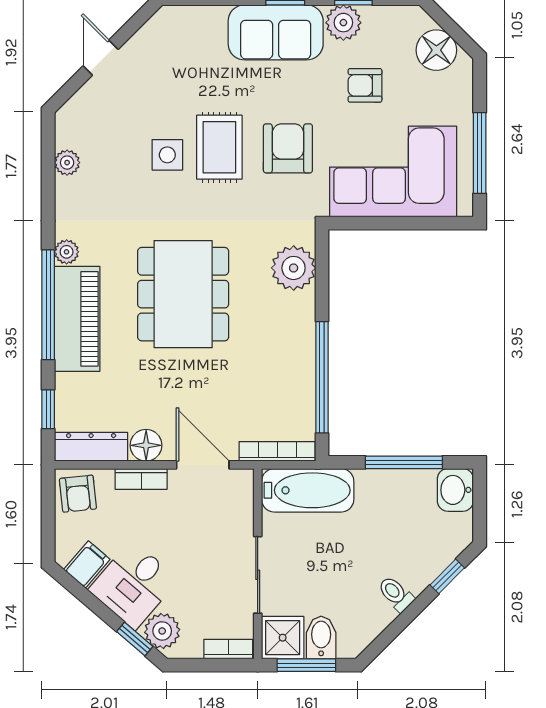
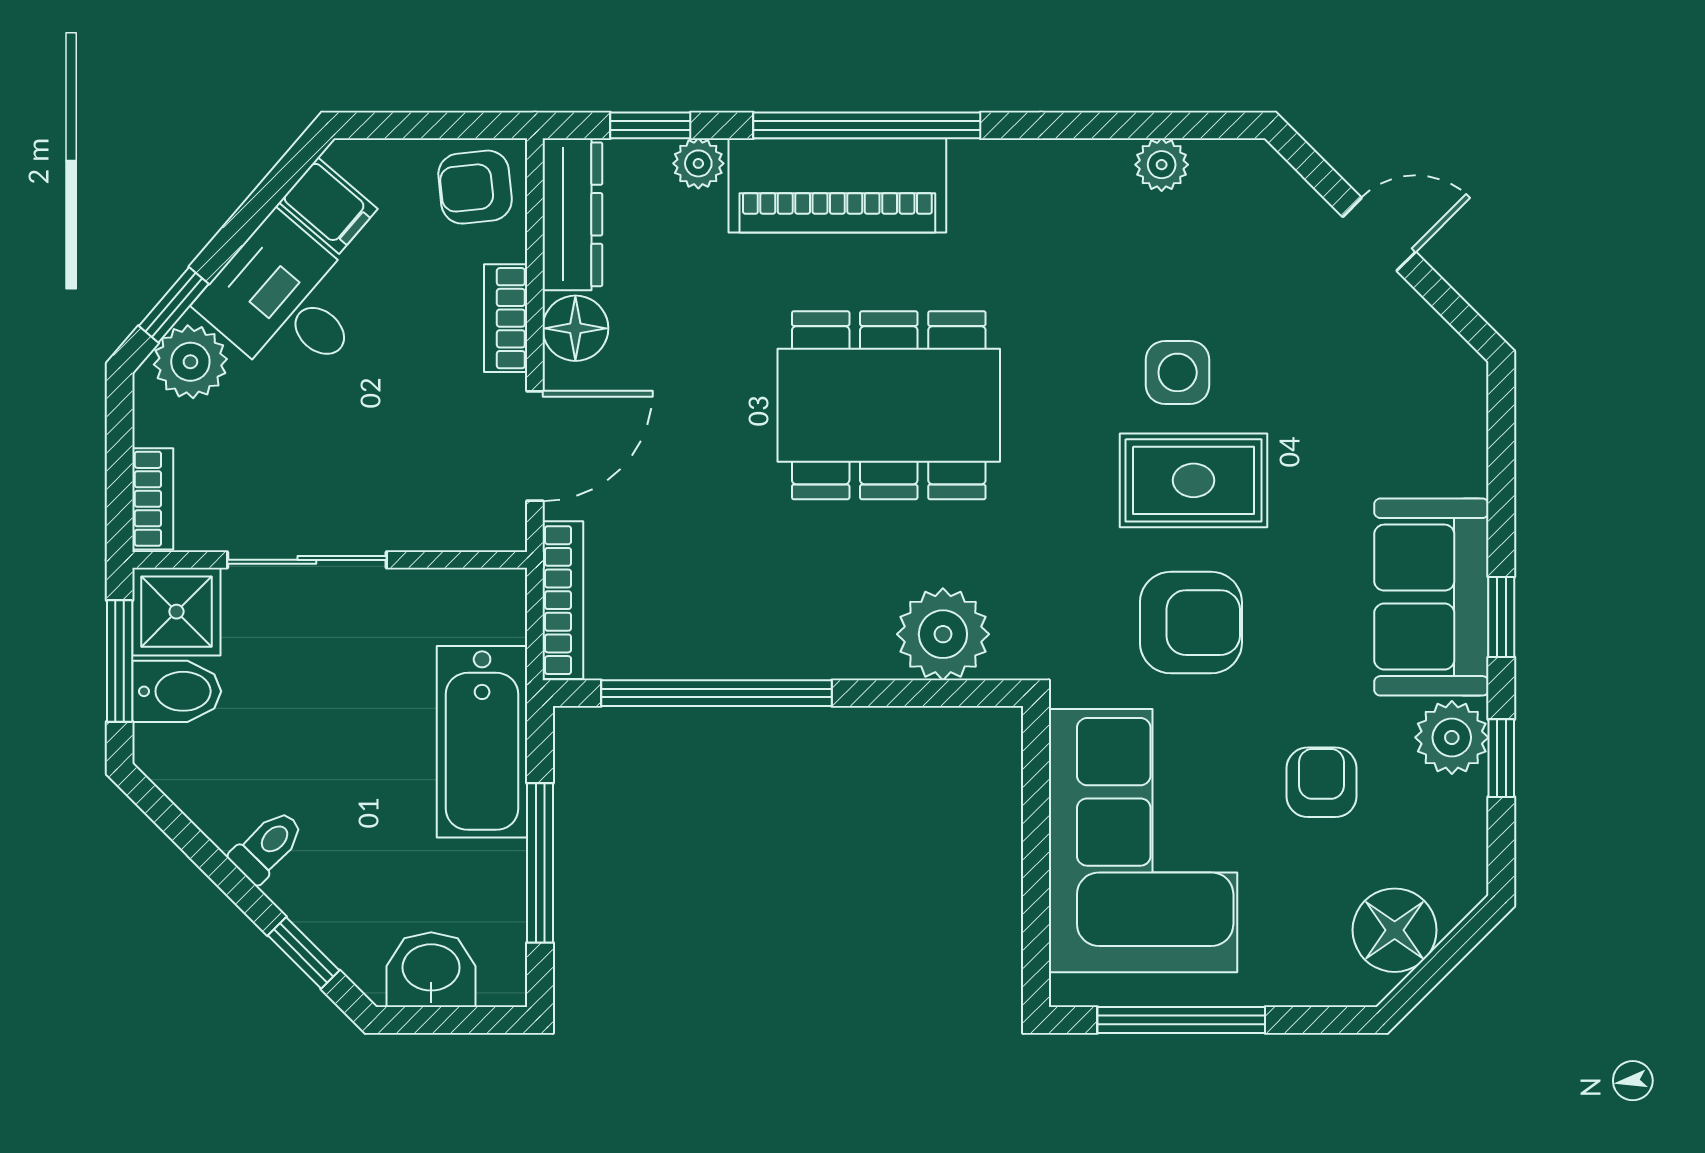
plant: (67, 252) -> (698, 163), moved
bathtub: (308, 490) -> (482, 742), moved
washbasin: (455, 490) -> (431, 970), moved

